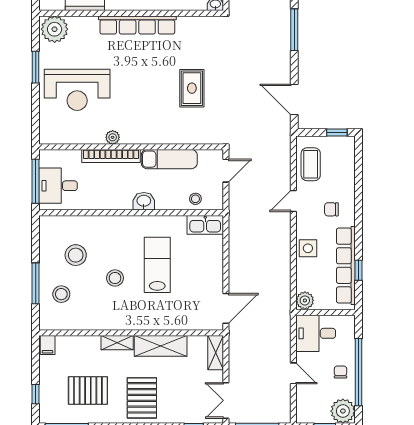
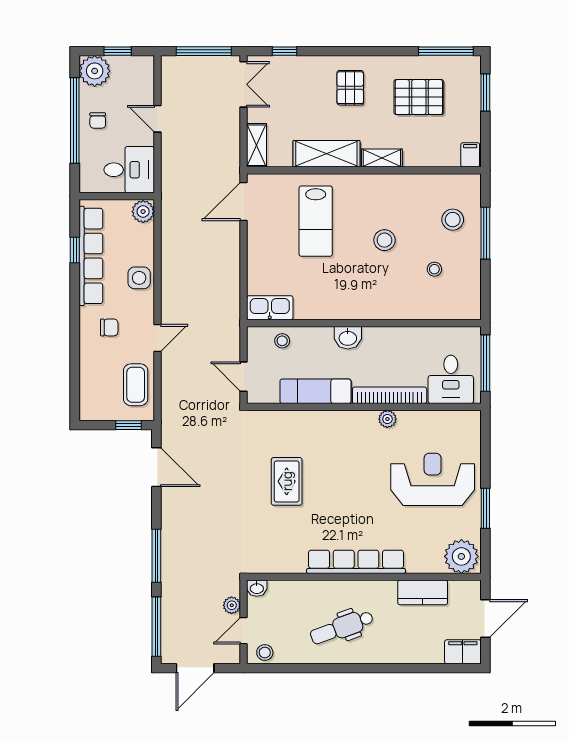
window: (337, 132) -> (129, 425), moved
door: (226, 171) -> (244, 377), hinge flipped
desk: (58, 186) -> (451, 379), moved, turned 90
stool: (76, 255) -> (434, 269), width x0.53, depth x0.53
lab bench: (157, 265) -> (316, 221), moved
window: (36, 394) -> (485, 93), width x1.50
pallet: (142, 398) -> (350, 88), width x0.67, depth x0.71

